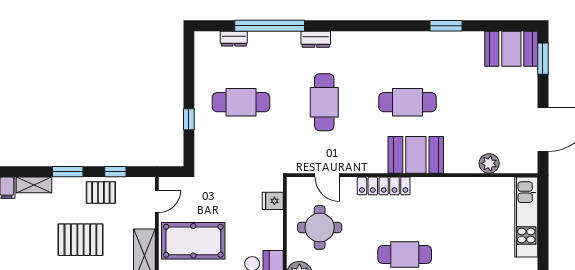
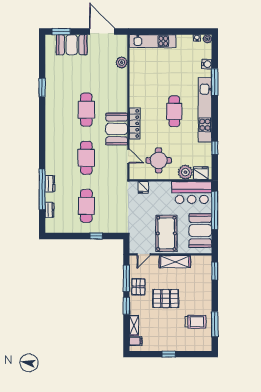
dresser: (316, 39) -> (50, 184), moved
booth: (511, 49) -> (72, 45), moved, turned 90
cafe table: (324, 102) -> (86, 158), turned 90
booth: (416, 155) -> (117, 129), moved
window: (115, 172) -> (126, 278), width x2.17
door: (327, 175) -> (128, 156), hinge flipped
door: (157, 201) -> (143, 254), swing flipped
pallet: (80, 240) -> (166, 299), turned 90

